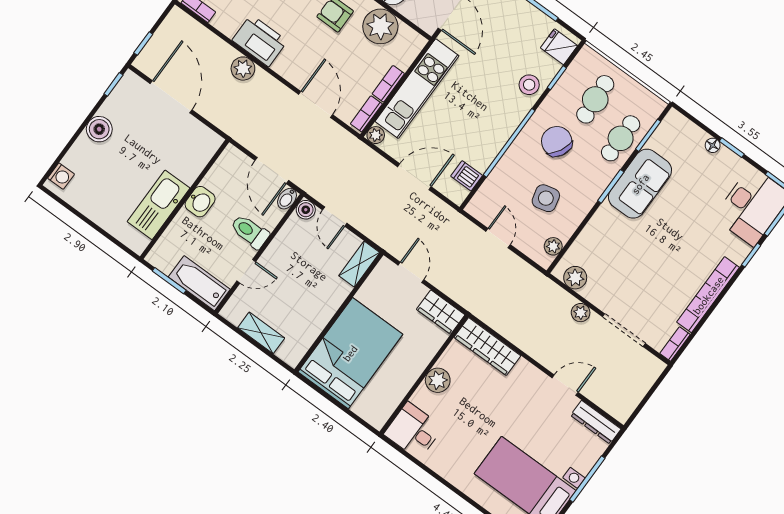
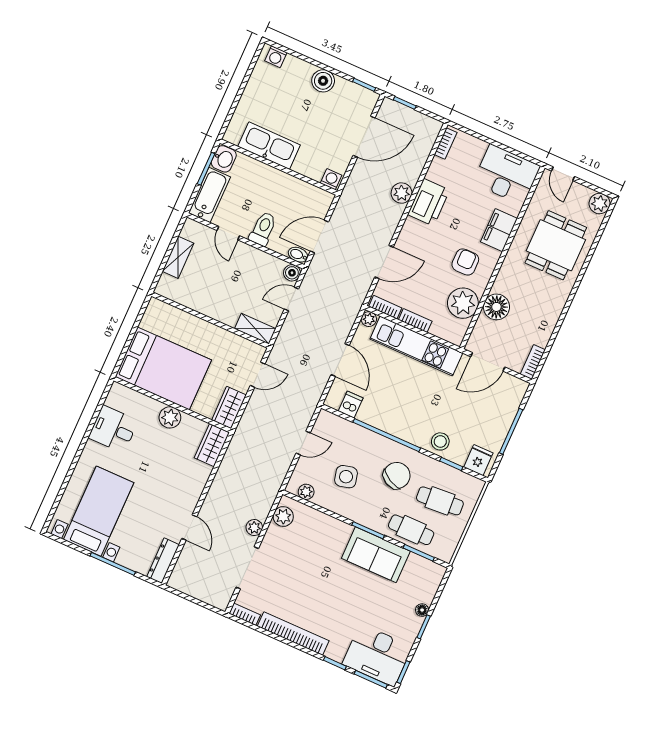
washing machine: (211, 144) -> (331, 179), added
washbasin: (200, 202) -> (224, 159), moved, turned -90
wardrobe: (487, 347) -> (212, 445), width x0.67
bed: (350, 353) -> (163, 368), moved
desk: (413, 431) -> (113, 429), moved, turned -90

